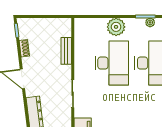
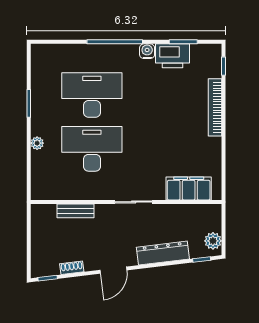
plant: (150, 22) -> (37, 97), removed
plant: (116, 27) -> (37, 143), width x0.53, depth x0.53

